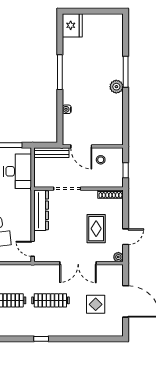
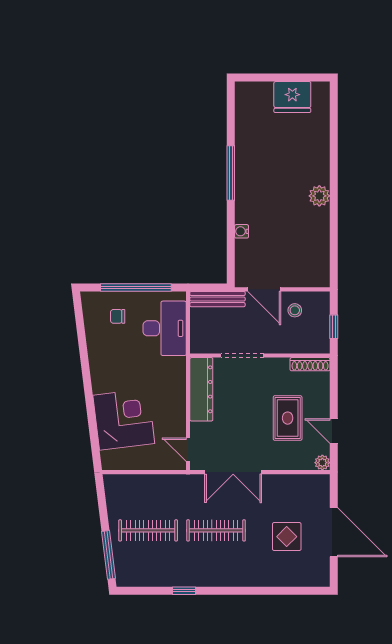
fridge: (72, 25) -> (292, 97), moved, turned 90
window: (126, 72) -> (334, 172), removed
door: (126, 237) -> (334, 431), swing flipped
double door: (78, 263) -> (233, 472), moved
window: (41, 339) -> (184, 591), moved

